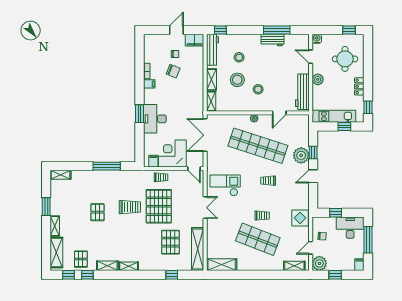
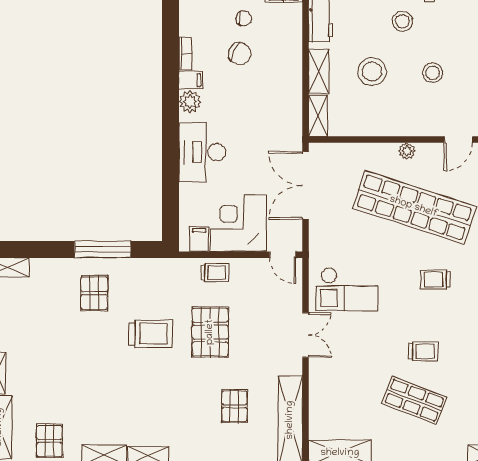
stool: (239, 57) -> (402, 21), moved
stool: (258, 89) -> (433, 73), moved
plant: (149, 94) -> (190, 102), added
window: (140, 114) -> (171, 141), removed
checkout: (225, 185) -> (347, 289), turned 180
pallet: (159, 206) -> (210, 332), width x0.73, depth x0.71
pallet: (97, 212) -> (94, 293), moved
shop shelf: (258, 239) -> (414, 400), width x0.70, depth x0.74
pallet: (170, 242) -> (234, 406), width x0.67, depth x0.71

